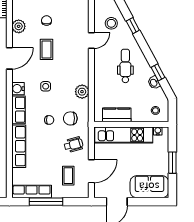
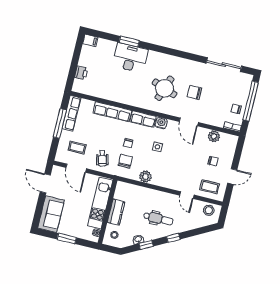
stool: (111, 23) -> (209, 210), moved
window: (133, 26) -> (173, 238), moved
coffee table: (47, 49) -> (210, 187), moved
kitchen counter: (117, 115) -> (116, 212), moved

